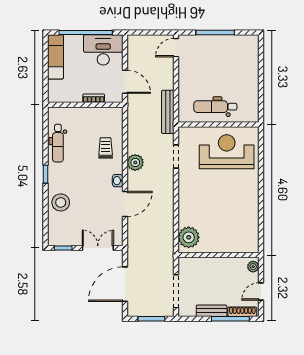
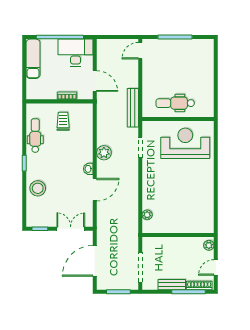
dental chair: (58, 143) -> (35, 136), turned 180
trolley: (106, 148) -> (63, 121), moved
plant: (189, 237) -> (147, 215), width x0.53, depth x0.53

